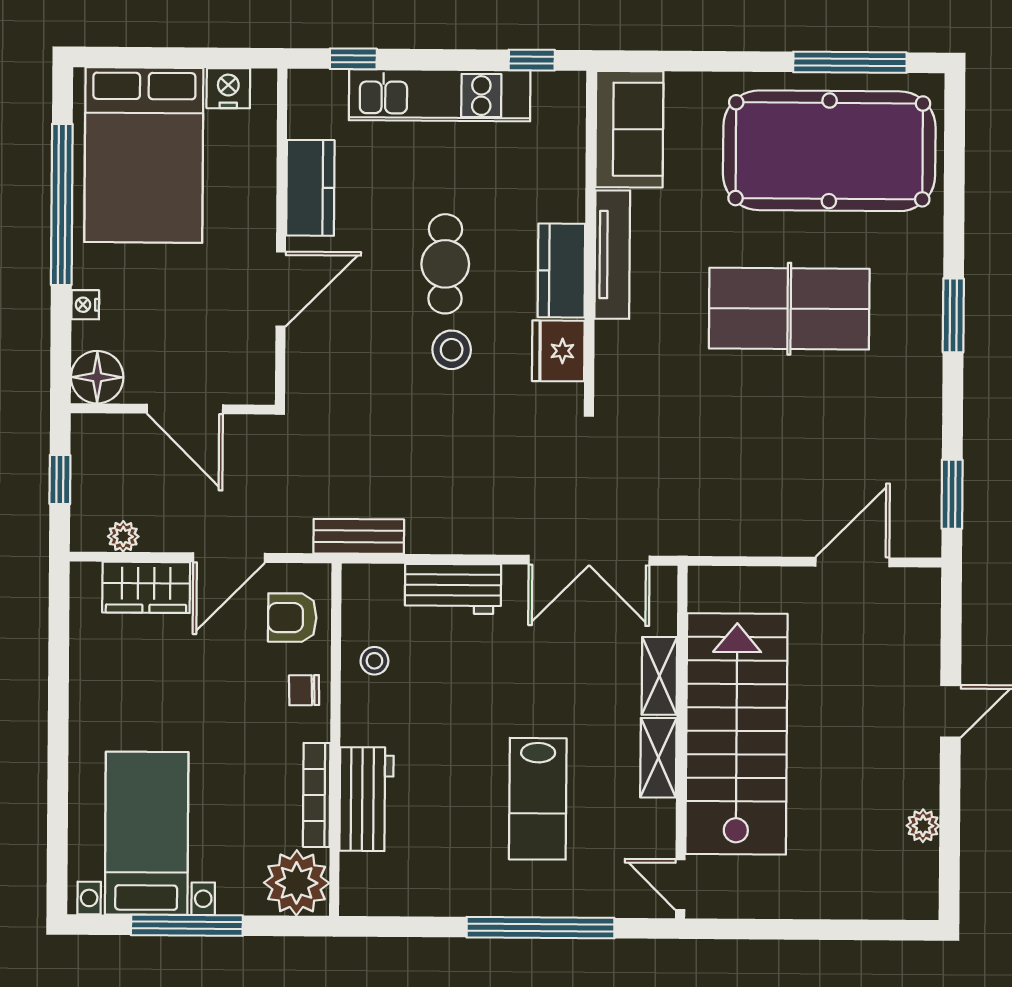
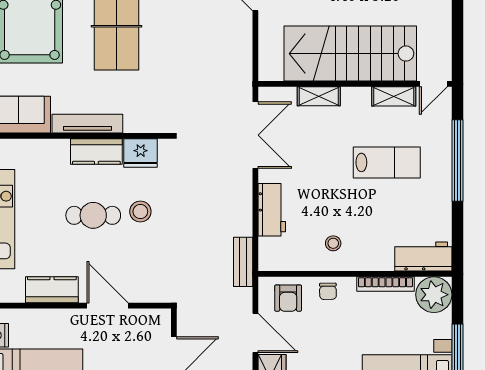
stool: (374, 661) -> (333, 243), moved
shelving: (658, 758) -> (394, 96), moved
workbench: (367, 799) -> (423, 257), moved

